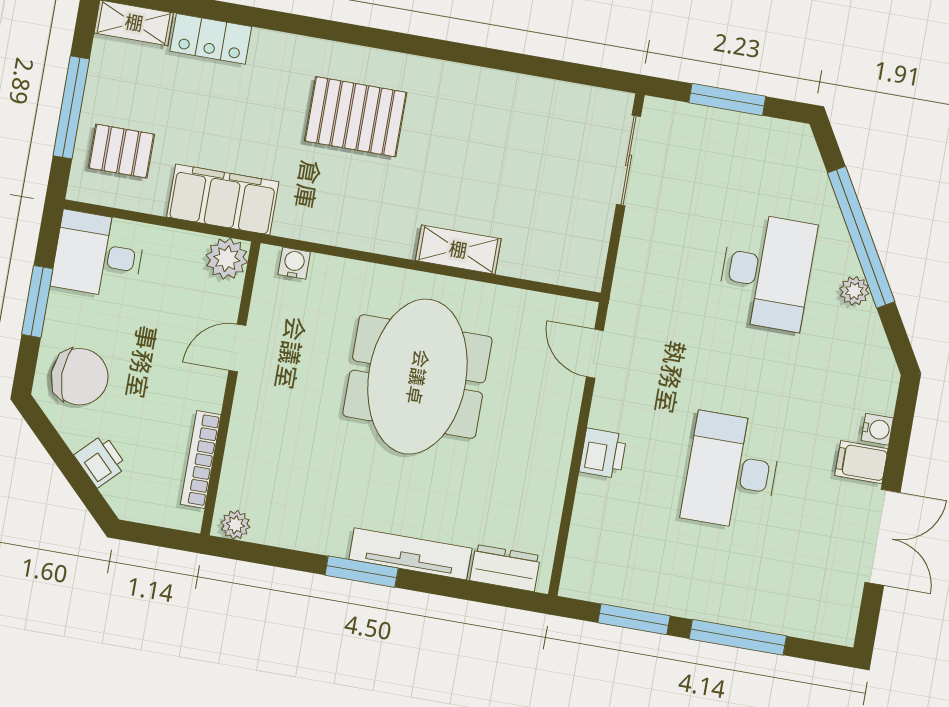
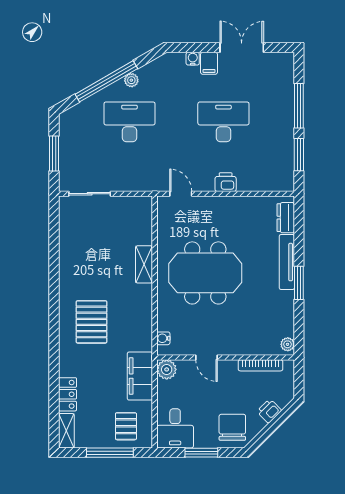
door: (595, 354) -> (181, 194), swing flipped
desk: (732, 471) -> (223, 122), turned 180

